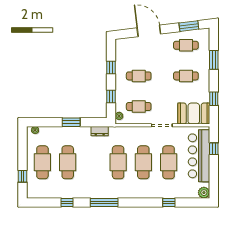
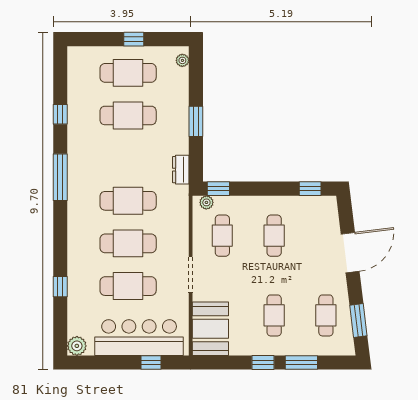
window: (111, 68) -> (310, 189), moved
window: (111, 97) -> (218, 189), moved
window: (214, 99) -> (263, 362), moved
window: (22, 176) -> (134, 39), moved

